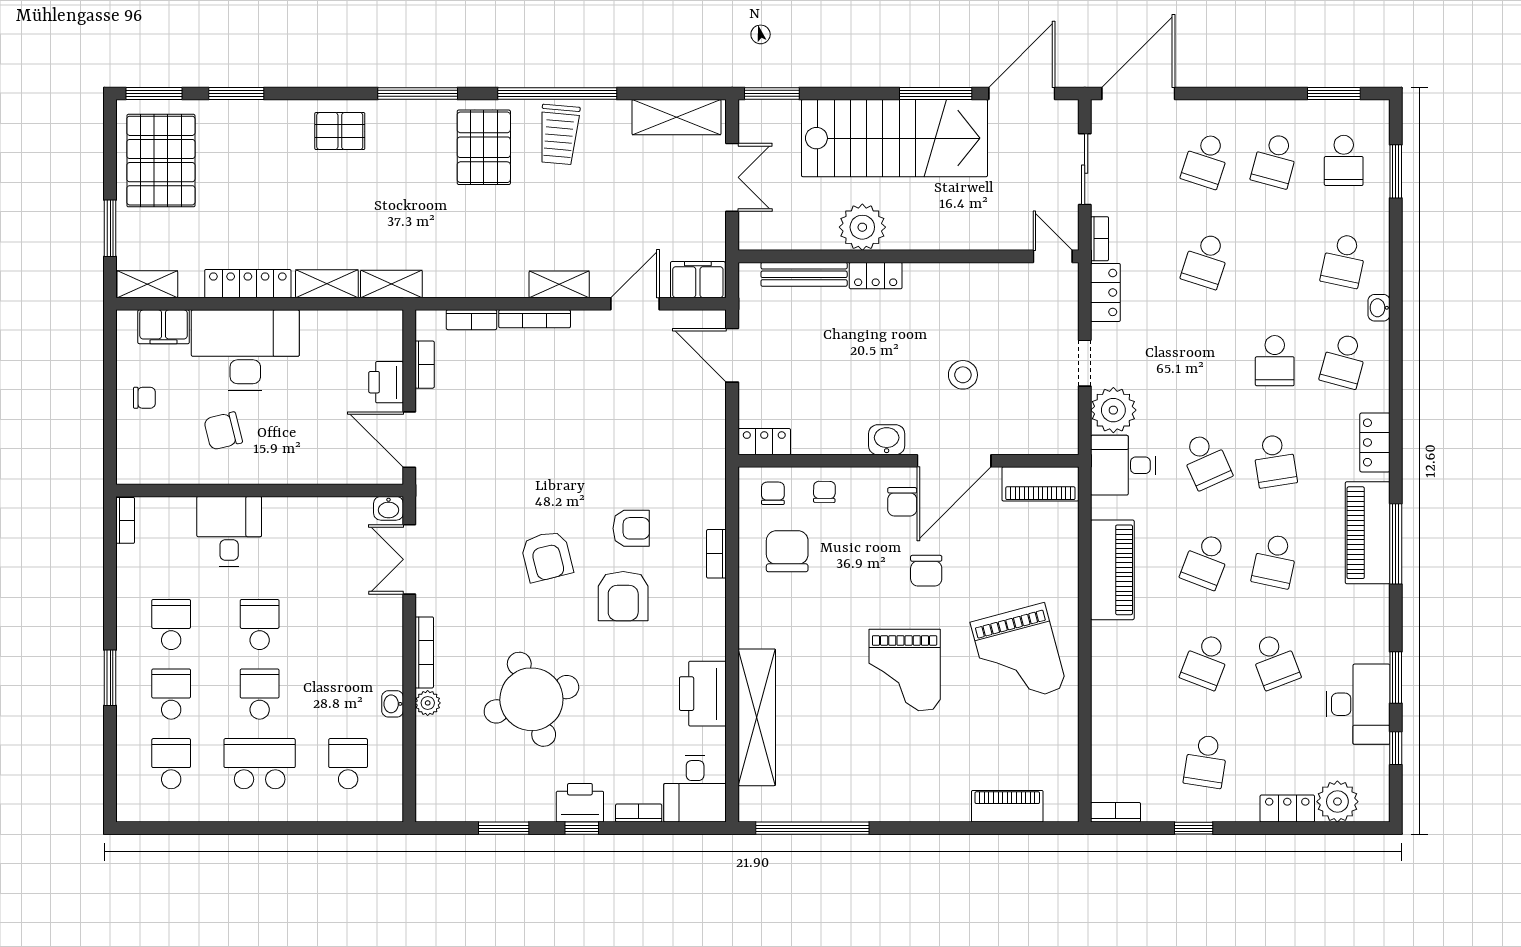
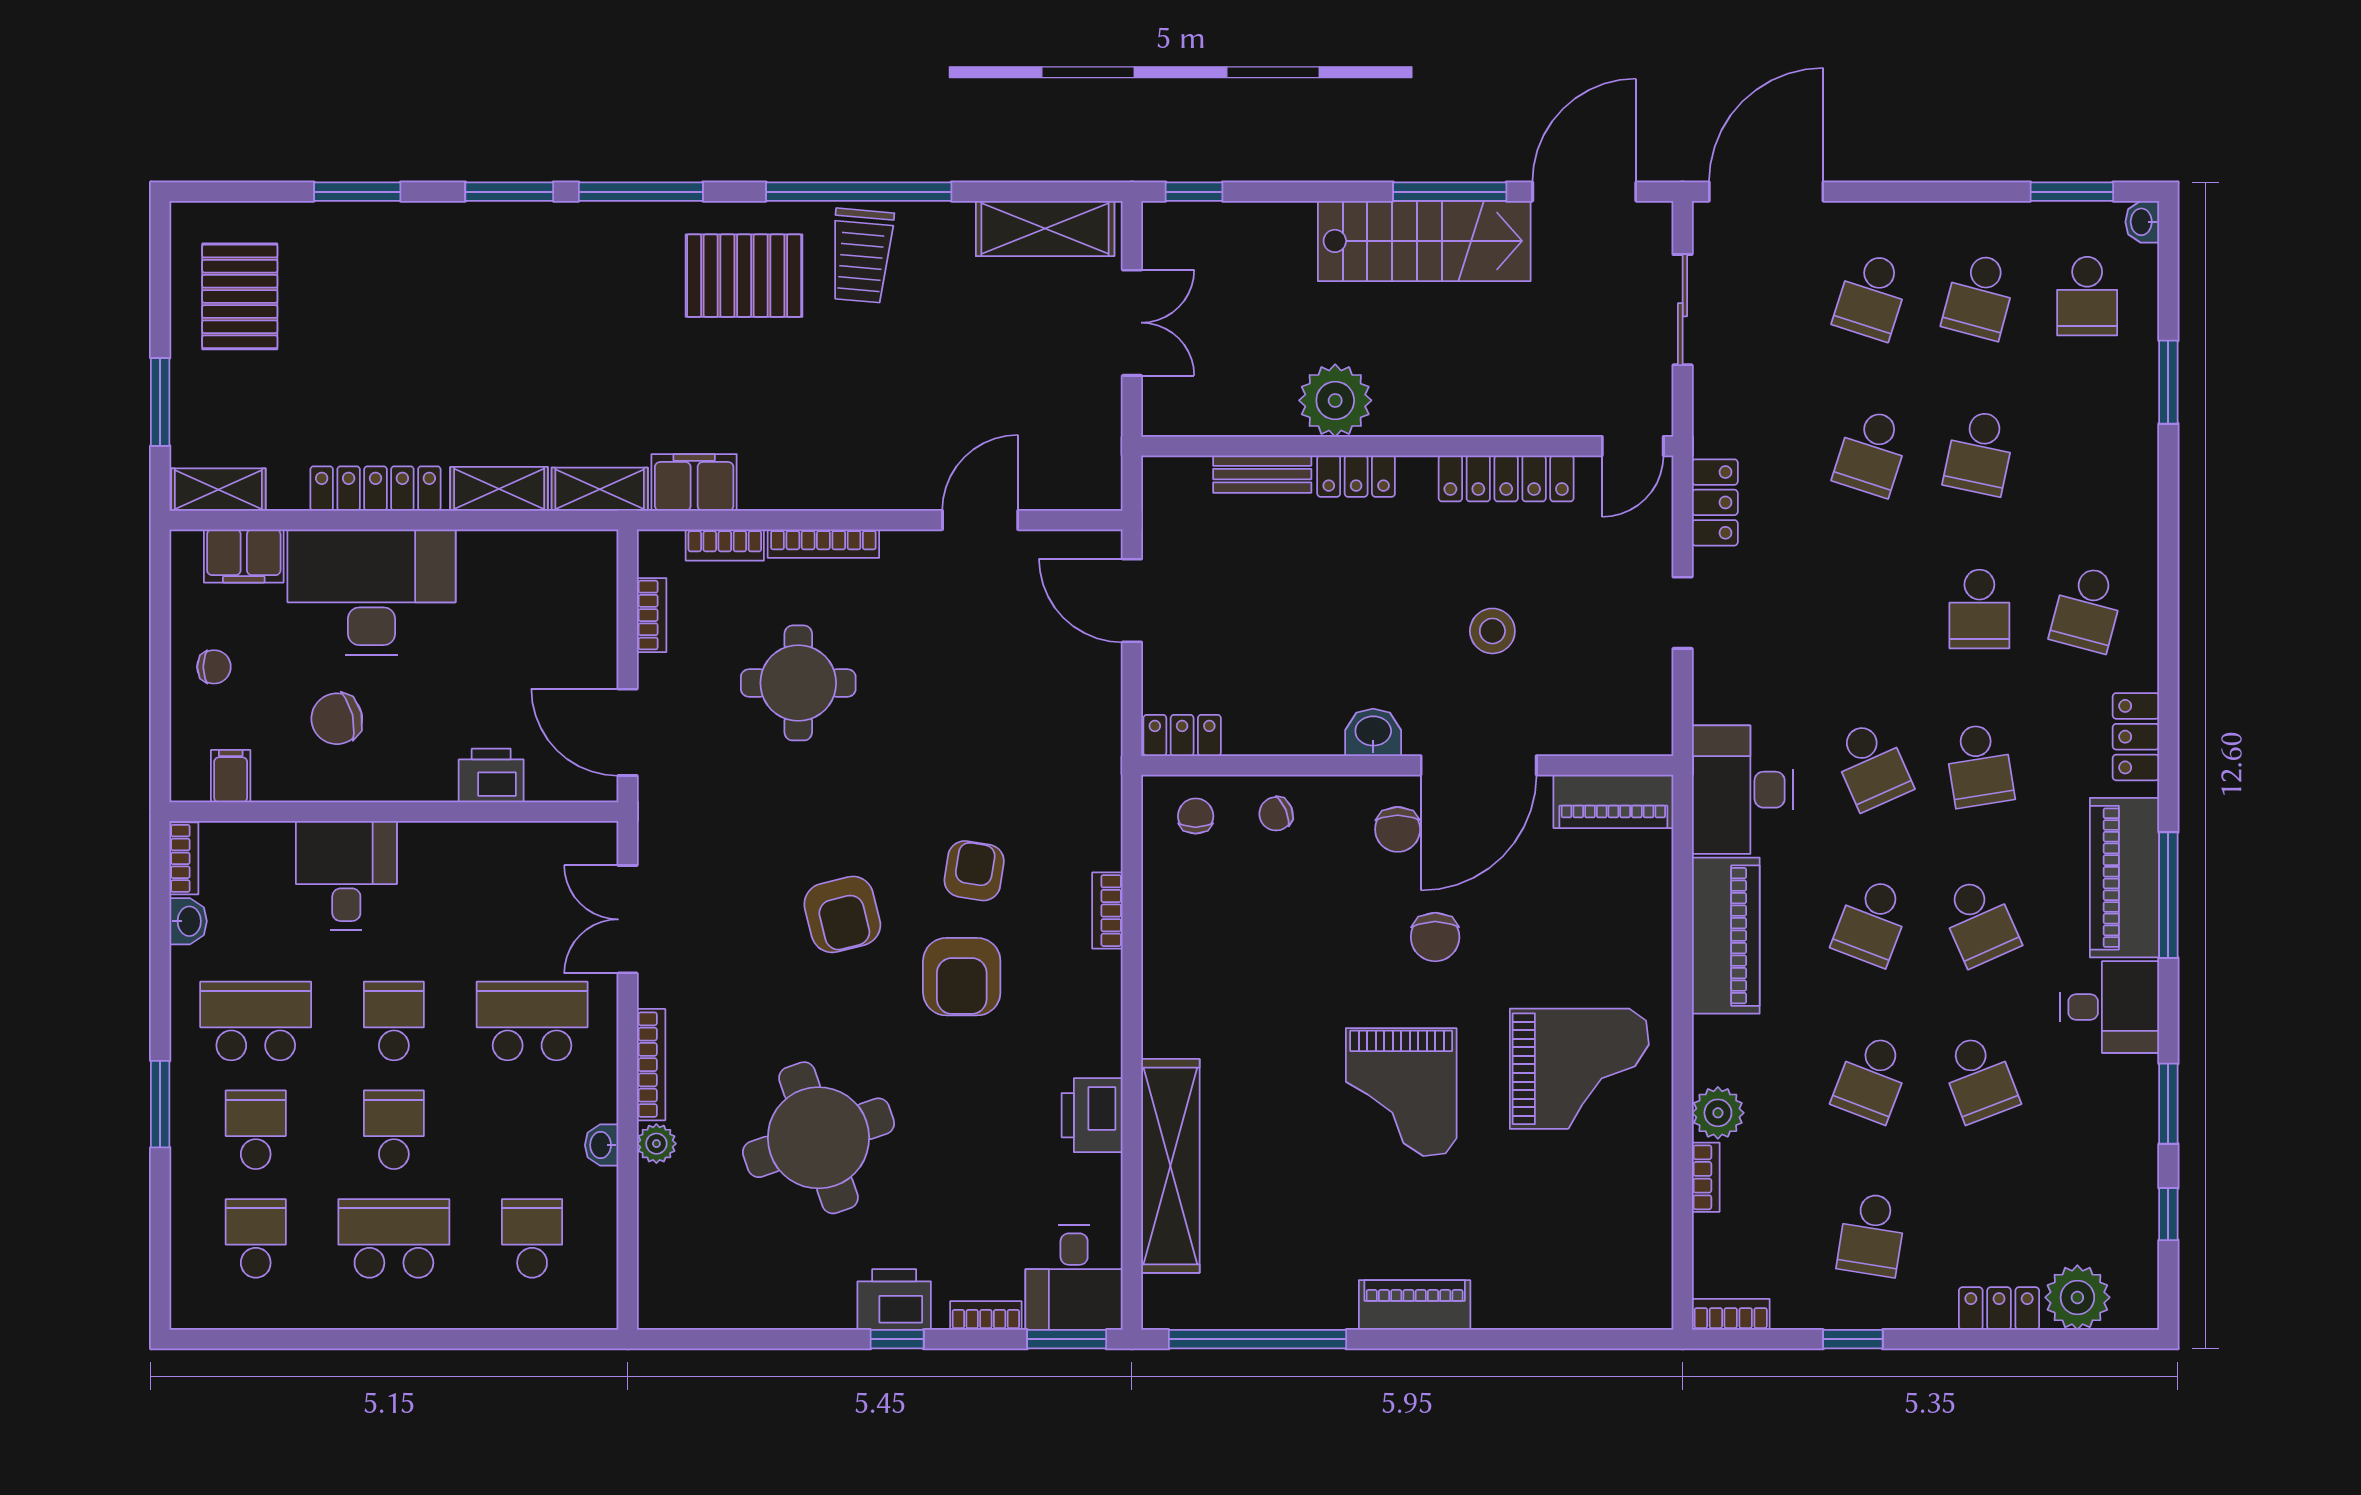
window: (154, 93) -> (509, 192), moved
window: (772, 93) -> (1194, 192), width x0.67
pallet: (340, 131) -> (519, 250), removed
stairs: (894, 138) -> (1424, 241), width x0.73, depth x0.66
pallet: (484, 147) -> (744, 276), turned 90
pallet: (161, 161) -> (240, 296), width x0.73, depth x0.71
window: (1396, 171) -> (2168, 382), moved
bookcase: (1100, 239) -> (1706, 1177), moved
door: (1053, 256) -> (1633, 446), swing flipped
school desk: (1344, 261) -> (1979, 453), moved
bench: (804, 274) -> (1262, 474), width x0.73
locker: (972, 277) -> (1506, 478), added
filing cabinet: (698, 280) -> (694, 482), moved
shelving: (559, 284) -> (862, 490), removed
washbasin: (1379, 308) -> (2142, 222), moved
printer: (386, 382) -> (491, 776), moved, turned 90
round table: (519, 408) -> (798, 683), added
plant: (1113, 410) -> (1718, 1113), moved, width x0.73, depth x0.73
desk: (1123, 465) -> (1742, 790), width x1.37
filing cabinet: (155, 468) -> (231, 776), added
chair: (824, 492) -> (1276, 814), turned -114
washbasin: (389, 508) -> (188, 921), moved, turned -90
armchair: (631, 528) -> (974, 871), turned -81
chair: (787, 551) -> (1218, 907), removed
school desk: (1275, 561) -> (1979, 922), turned -36
school desk: (171, 625) -> (256, 1021), width x1.85
school desk: (348, 625) -> (532, 1021), added
grand piano: (1019, 655) -> (1579, 1069), turned -75
printer: (703, 694) -> (1092, 1115), width x0.73, depth x0.84
desk: (1358, 704) -> (2110, 1007), moved, width x0.73
piano: (1007, 806) -> (1415, 1305), moved
window: (504, 828) -> (1067, 1339), moved

